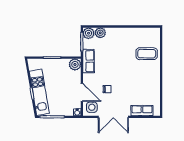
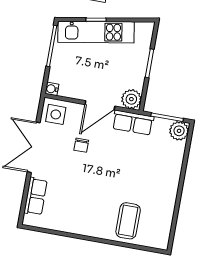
plant: (100, 33) -> (176, 150), removed
door: (82, 92) -> (100, 105), moved

